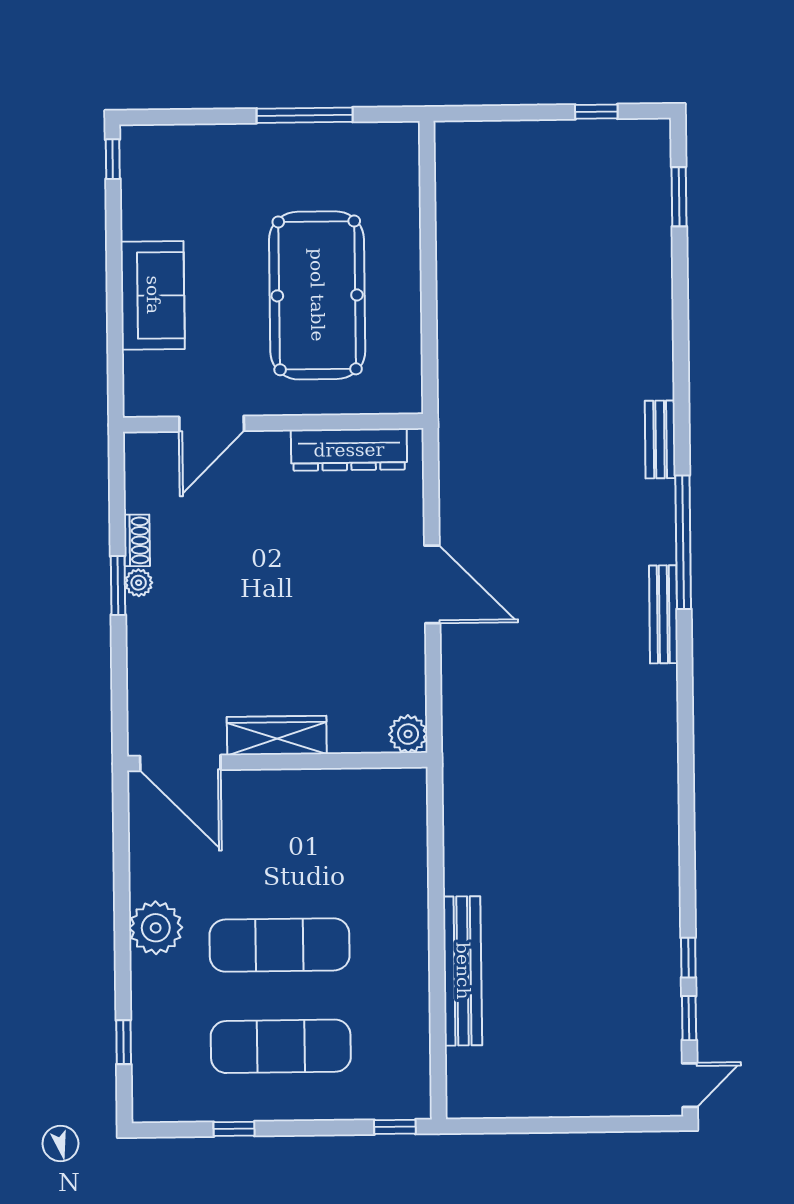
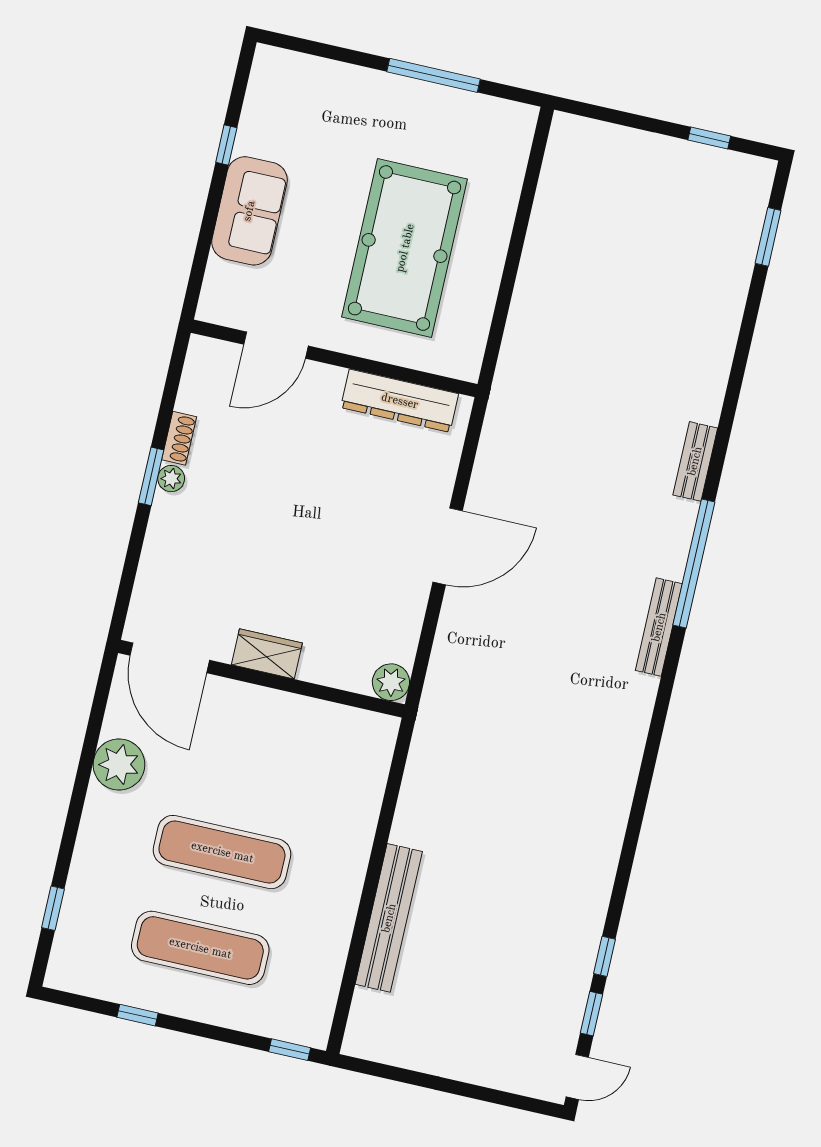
window: (113, 159) -> (226, 145), moved
door: (432, 584) -> (448, 546), hinge flipped
wardrobe: (277, 736) -> (267, 654), width x0.67
plant: (156, 928) -> (119, 765), moved

